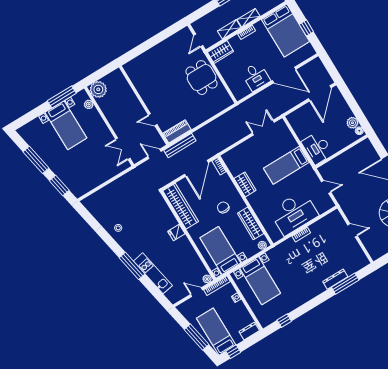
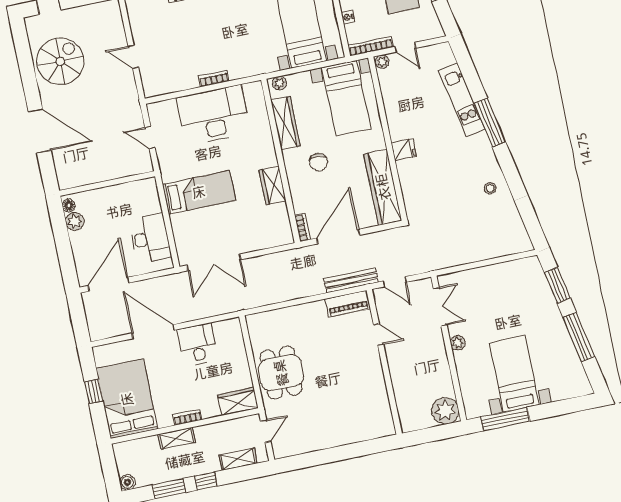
shelving: (229, 29) -> (238, 459), moved
plant: (89, 104) -> (458, 343), moved
double door: (263, 128) -> (214, 262), width x1.37
desk: (317, 148) -> (150, 238), moved

